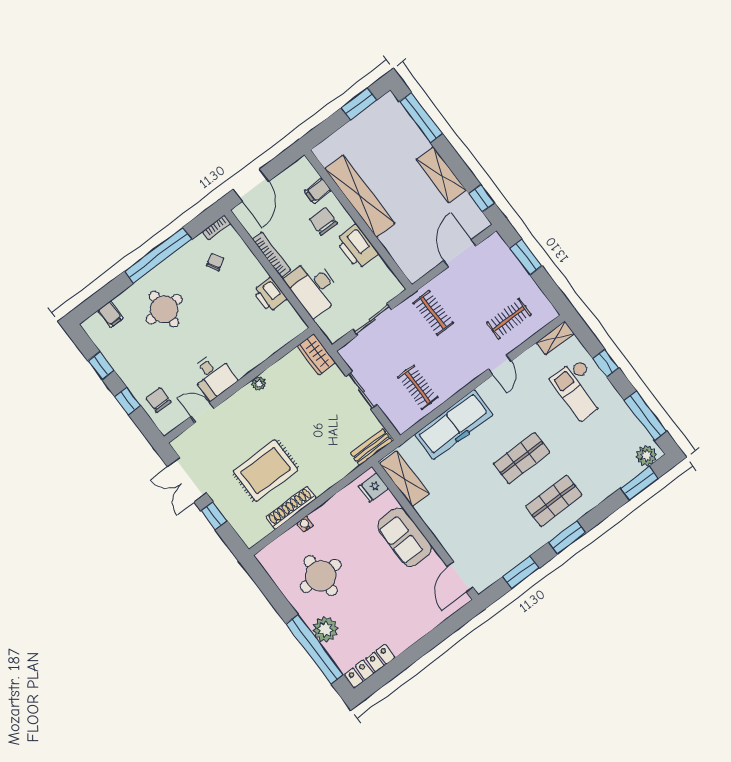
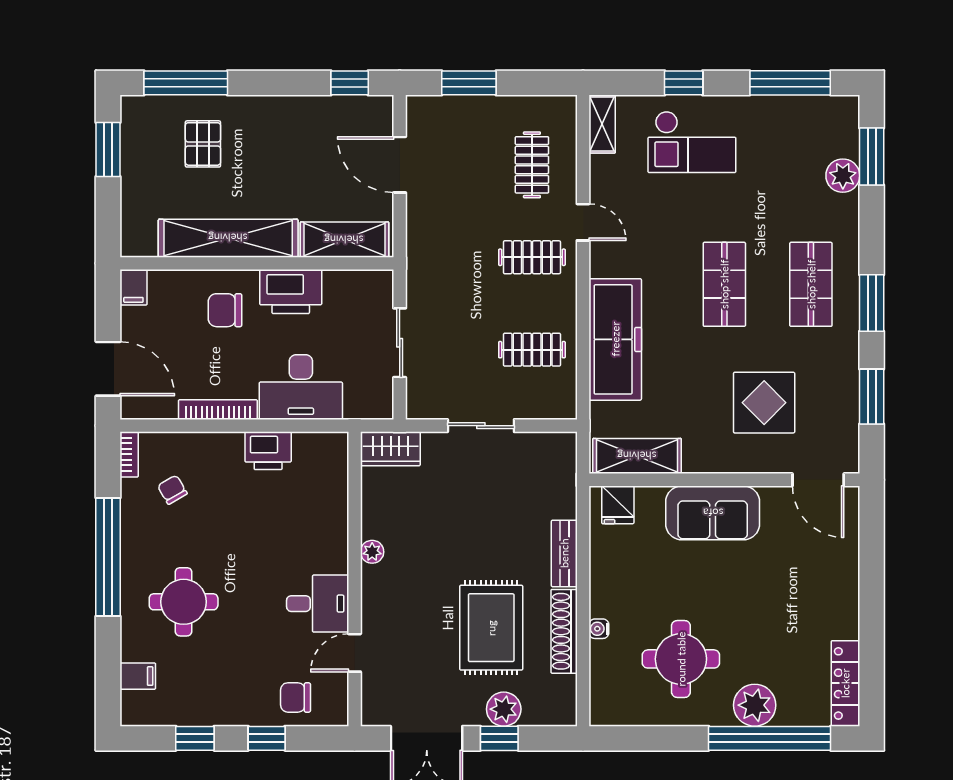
pallet: (397, 149) -> (203, 144), added
shelving: (441, 175) -> (344, 240), moved
filing cabinet: (318, 191) -> (133, 287), moved
clothes rail: (433, 313) -> (532, 257), moved
bench: (371, 447) -> (564, 553), moved
plant: (646, 456) -> (843, 176), moved
plant: (230, 507) -> (504, 709), added
display table: (478, 522) -> (764, 403), added

